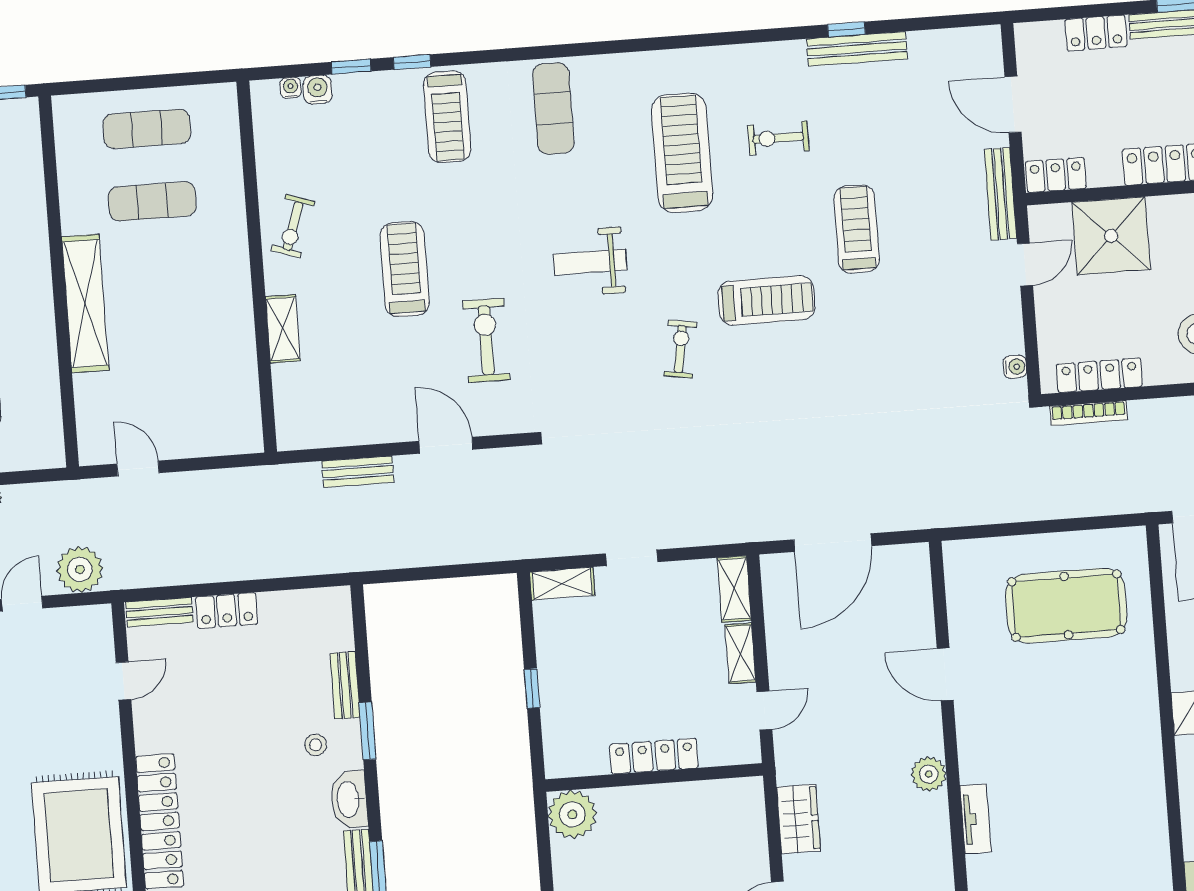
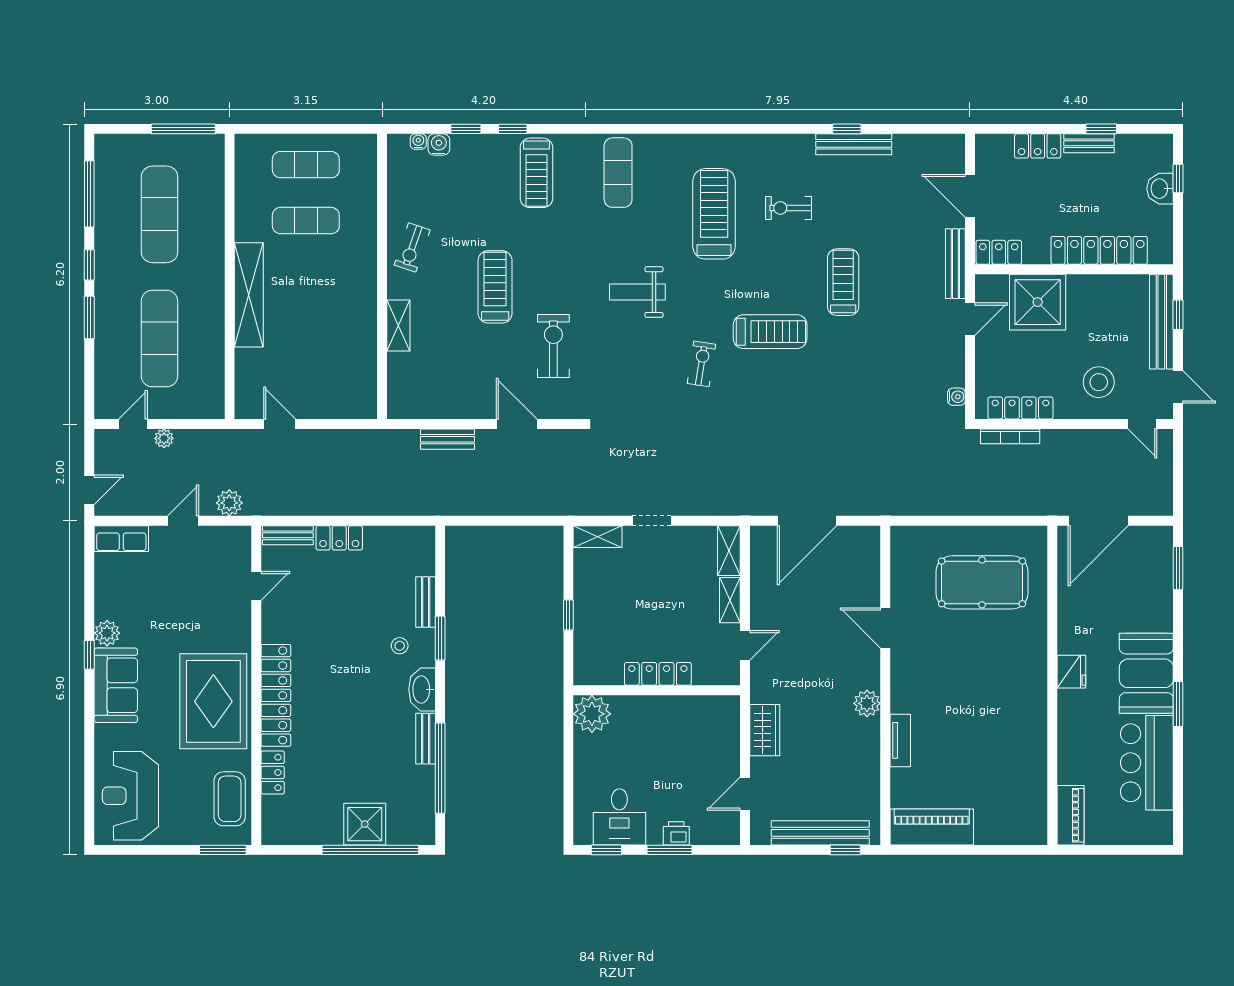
plant: (80, 569) -> (229, 503), width x0.73, depth x0.73

